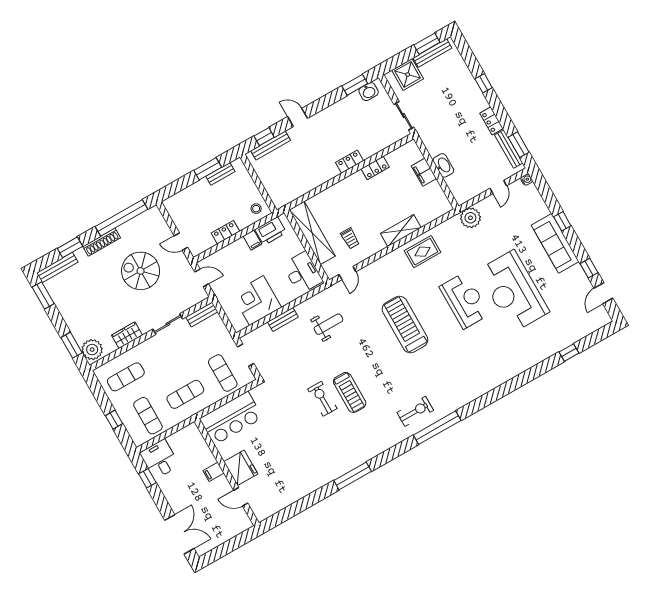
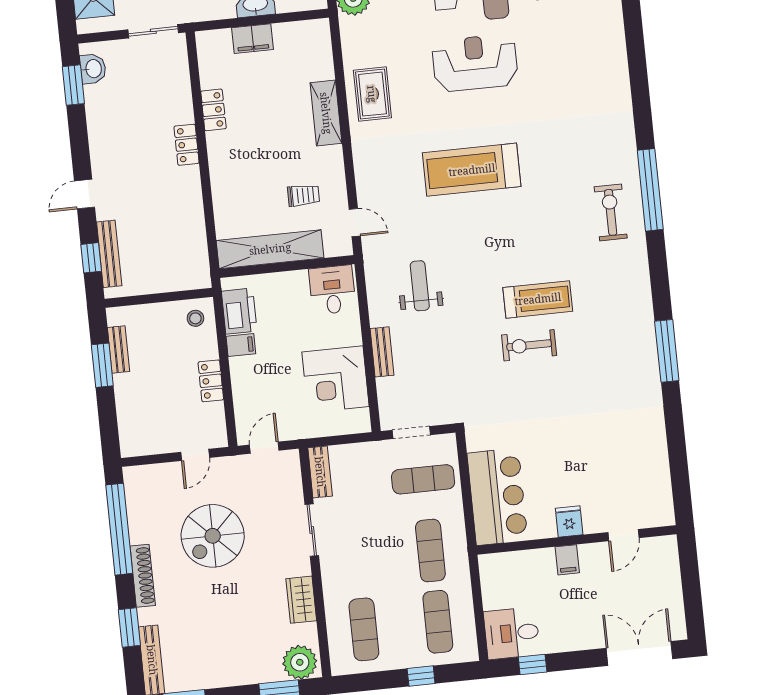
desk: (303, 273) -> (332, 290), width x0.73
exercise mat: (148, 416) -> (438, 622), turned 90
fridge: (241, 468) -> (569, 522), width x0.53, depth x0.75

